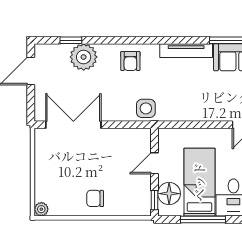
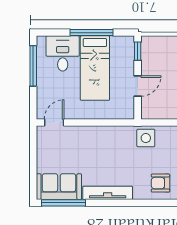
armchair: (130, 61) -> (160, 183), turned -90
floor lamp: (169, 194) -> (124, 57), removed

